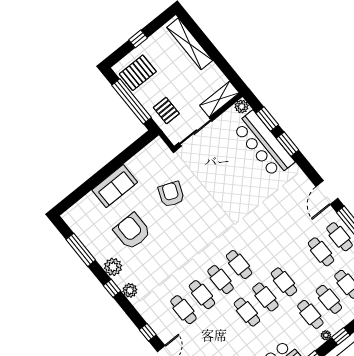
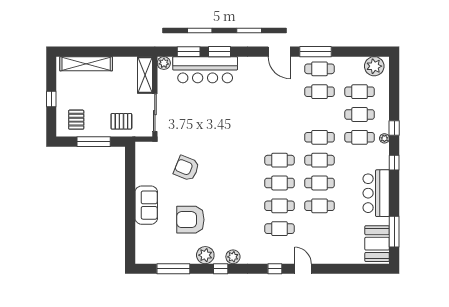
pallet: (138, 73) -> (76, 120), width x0.67, depth x0.71
window: (131, 101) -> (94, 142), width x0.68
cafe table: (228, 327) -> (320, 206), added

